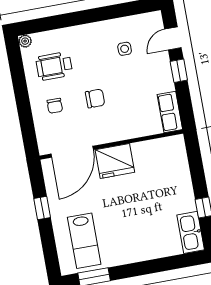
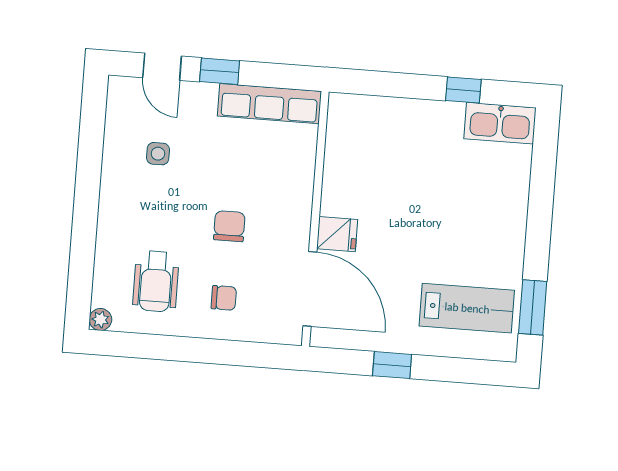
row of seats: (170, 112) -> (269, 104), width x1.48
fridge: (115, 161) -> (337, 234), width x0.53, depth x0.75

